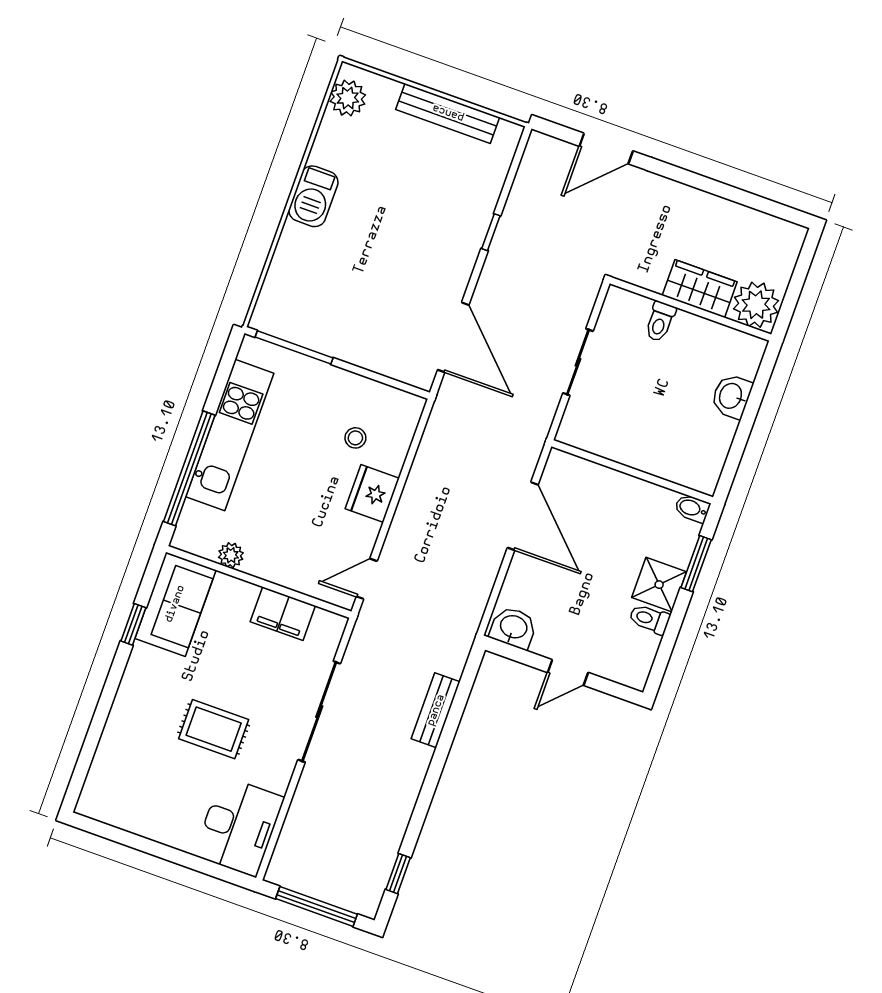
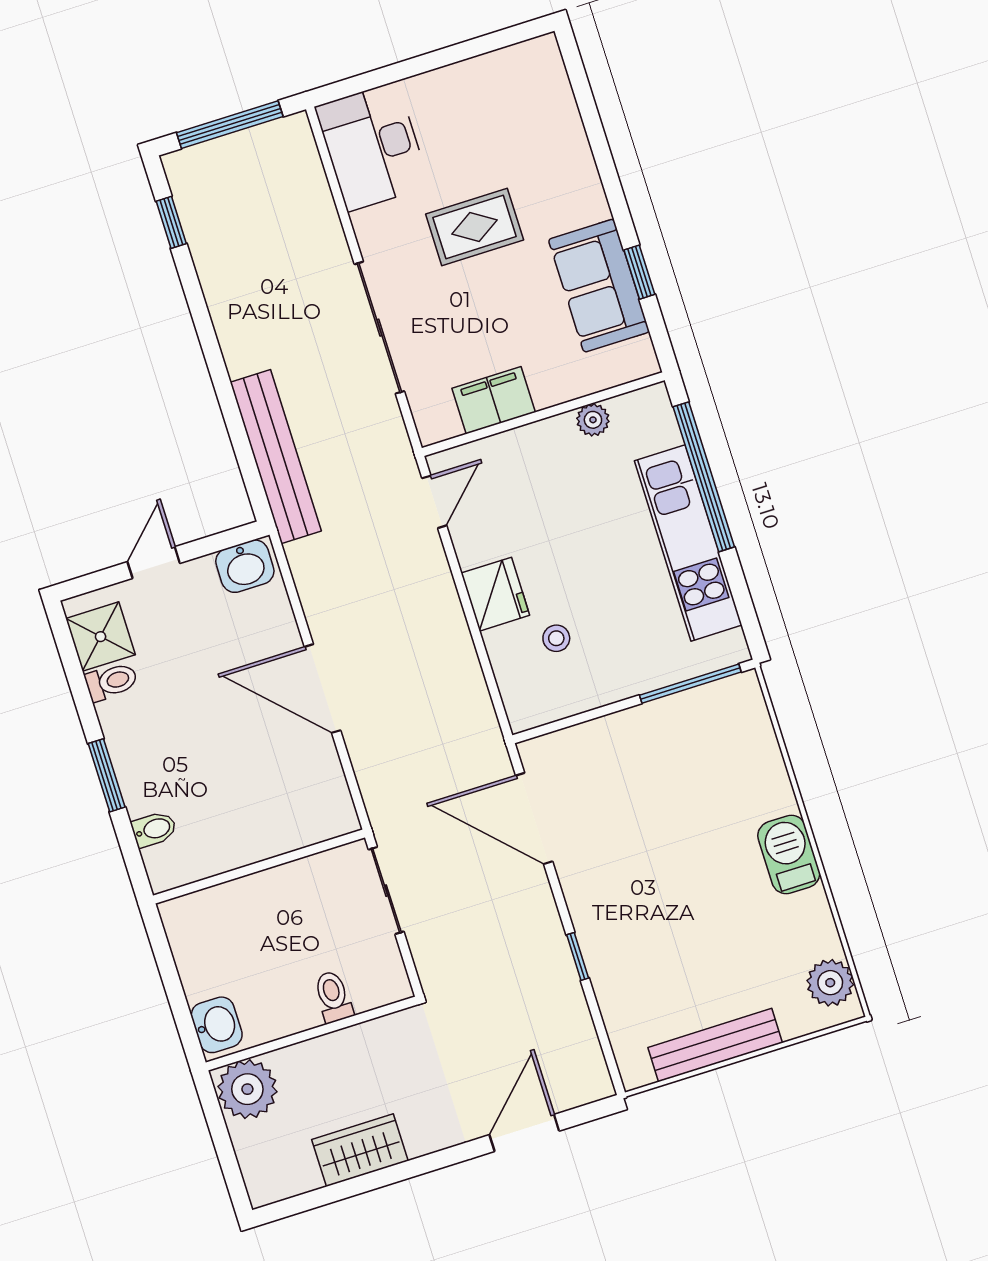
wardrobe: (700, 289) -> (360, 1150), moved, turned 180
washbasin: (731, 396) -> (217, 1025), moved
wall: (632, 472) -> (259, 867), moved
shower: (659, 585) -> (101, 637), moved
sofa: (175, 604) -> (599, 286), moved
bench: (436, 710) -> (276, 457), width x1.86, depth x1.21

